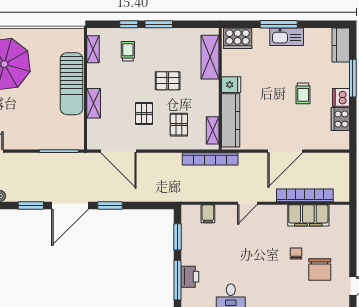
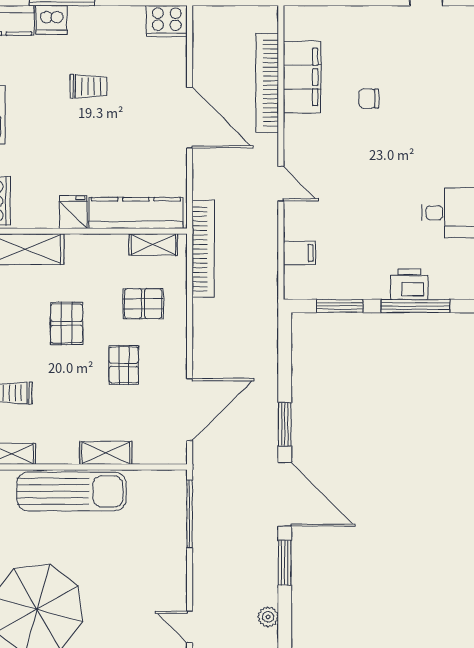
dishwasher: (341, 97) -> (51, 20), moved
pallet: (144, 114) -> (124, 365), turned 90
cooker: (340, 119) -> (167, 21), moved
chair: (320, 270) -> (397, 57), removed

